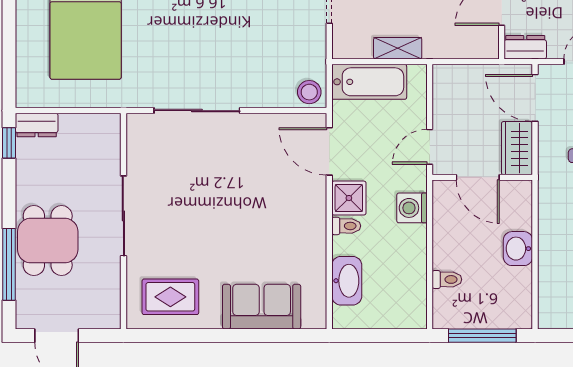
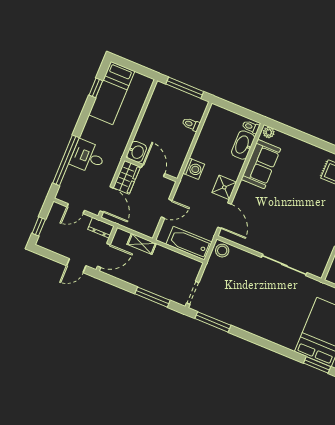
shelving: (398, 48) -> (142, 244), moved
door: (430, 147) -> (167, 209), moved
toilet: (346, 226) -> (251, 127), moved
washbasin: (518, 249) -> (137, 152), moved
sofa: (262, 307) -> (261, 164), moved, turned -90
plant: (313, 319) -> (269, 132), added

